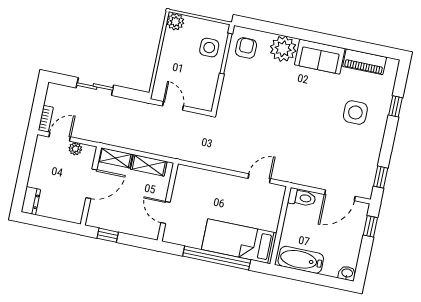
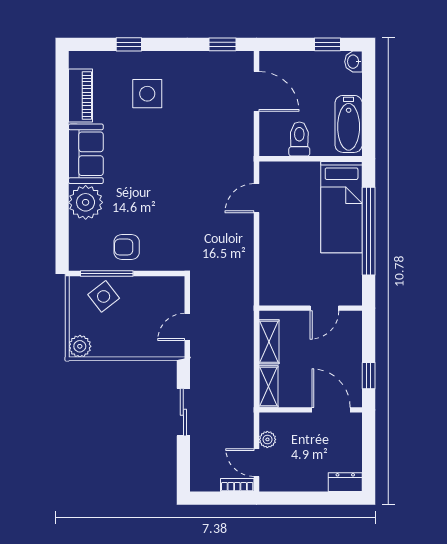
side table: (209, 48) -> (104, 296), turned -38
armchair: (246, 48) -> (127, 247), moved
sliding door: (95, 86) -> (183, 412), moved
door: (259, 178) -> (256, 198), hinge flipped
door: (91, 184) -> (331, 410), moved
toilet: (302, 198) -> (299, 139), moved
window: (370, 226) -> (327, 44), moved

